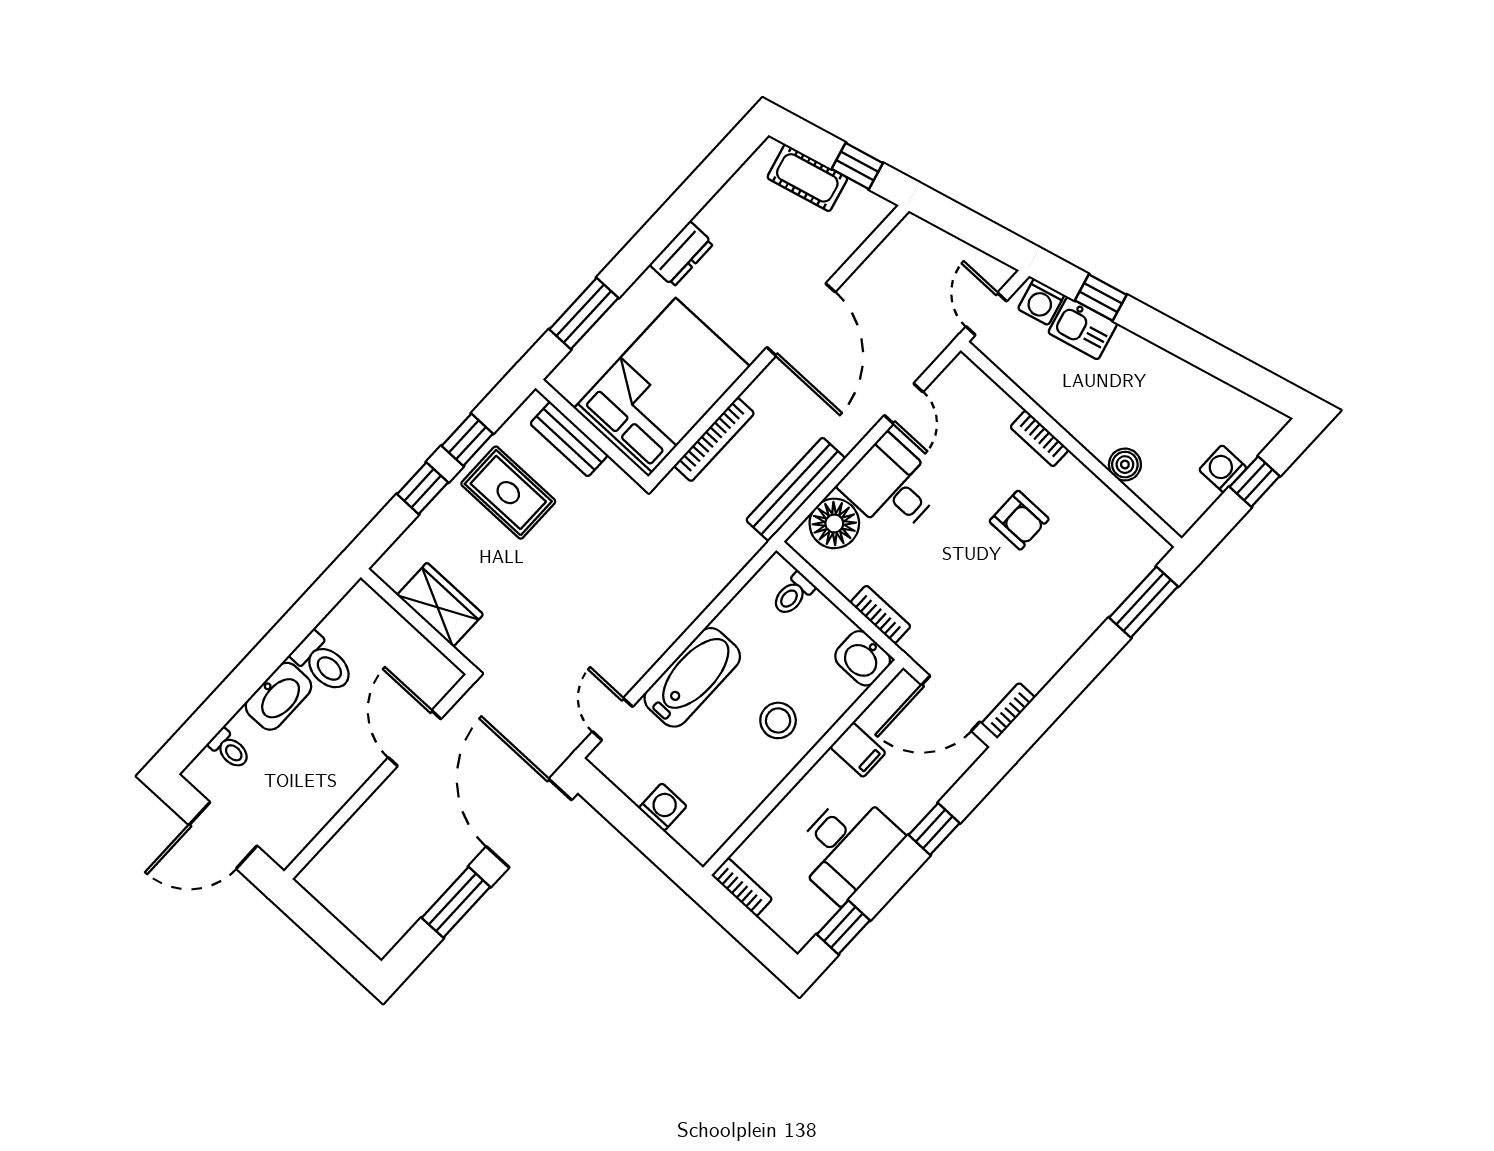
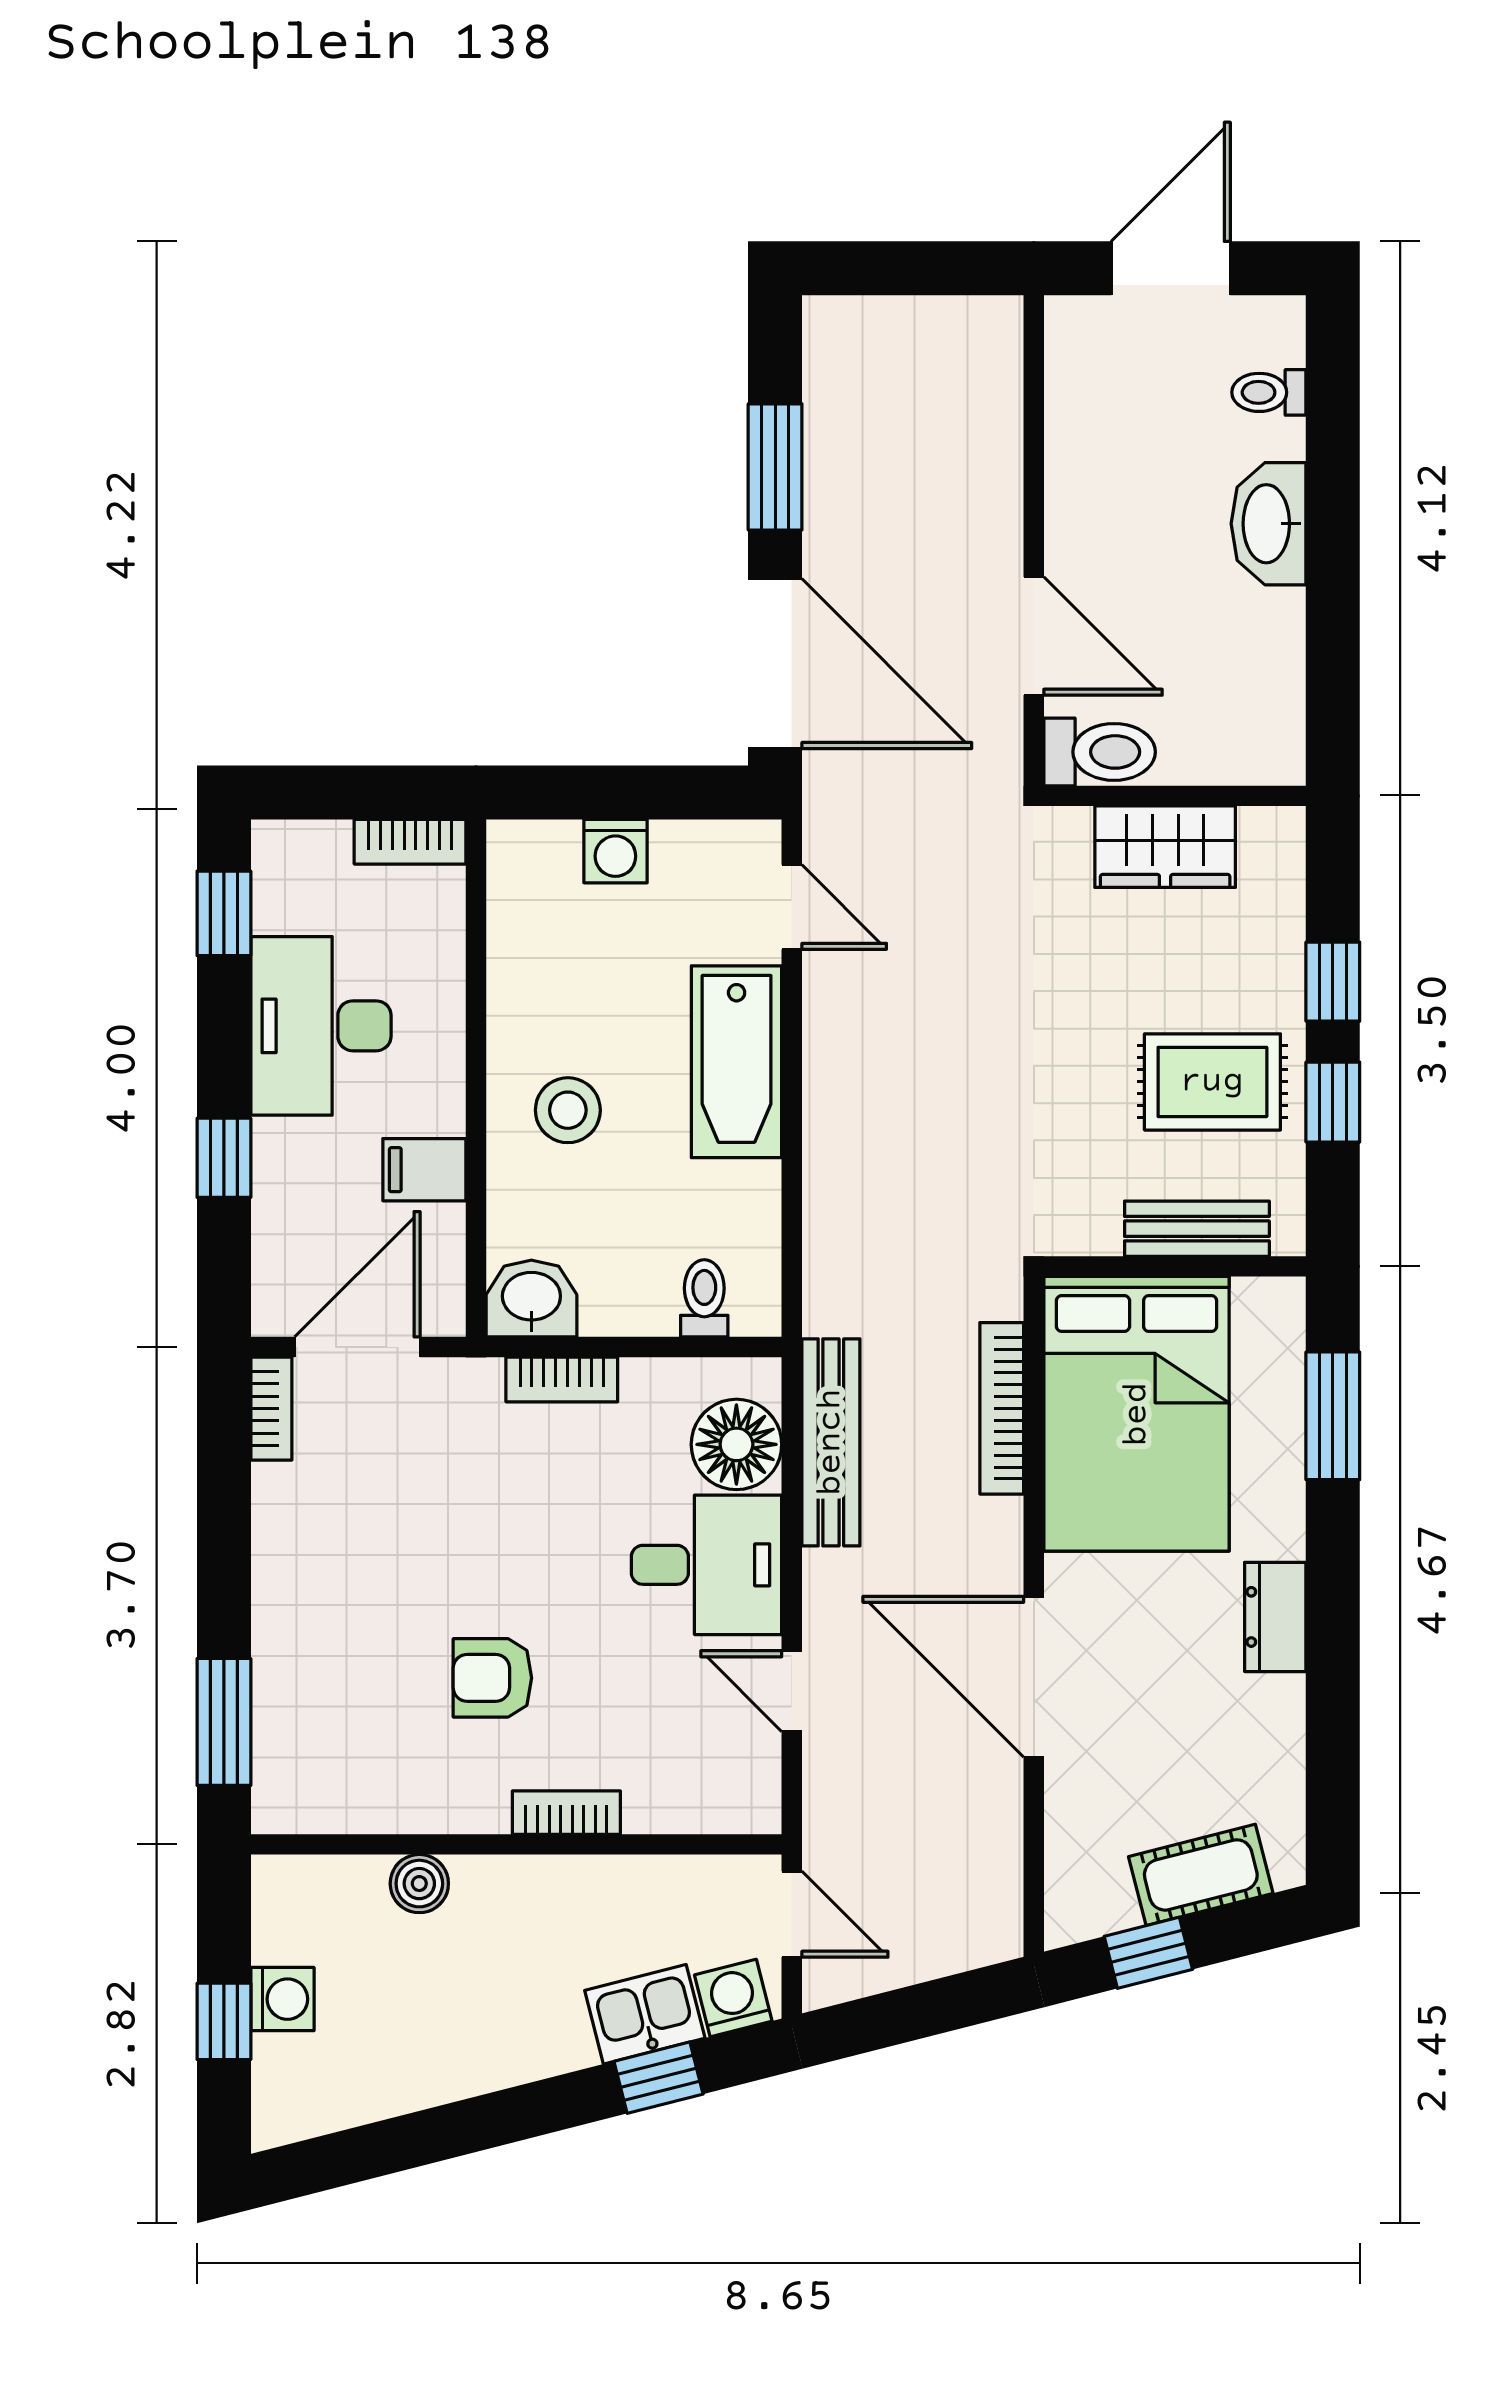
toilet: (323, 663) -> (1100, 752), moved, turned 180

